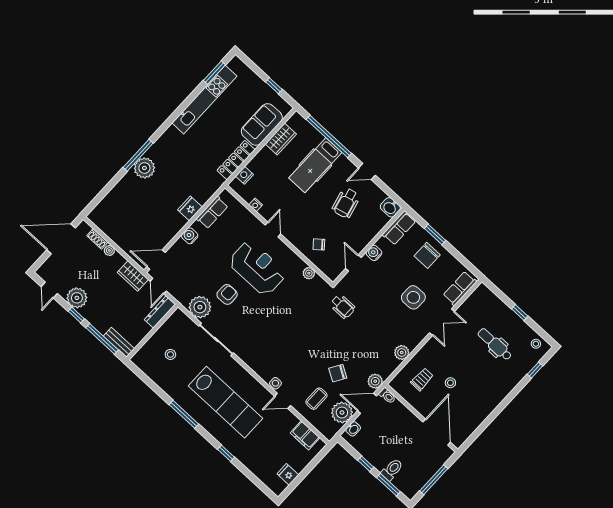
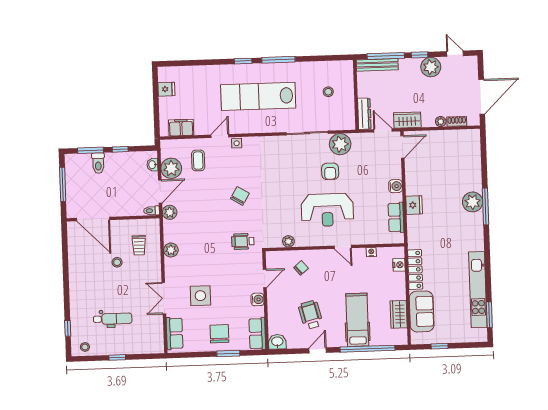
door: (353, 263) -> (265, 278), hinge flipped
bench: (119, 342) -> (377, 65), width x1.36
chair: (338, 373) -> (240, 196), moved
window: (226, 453) -> (243, 61), moved

